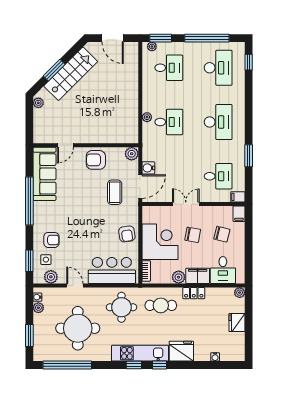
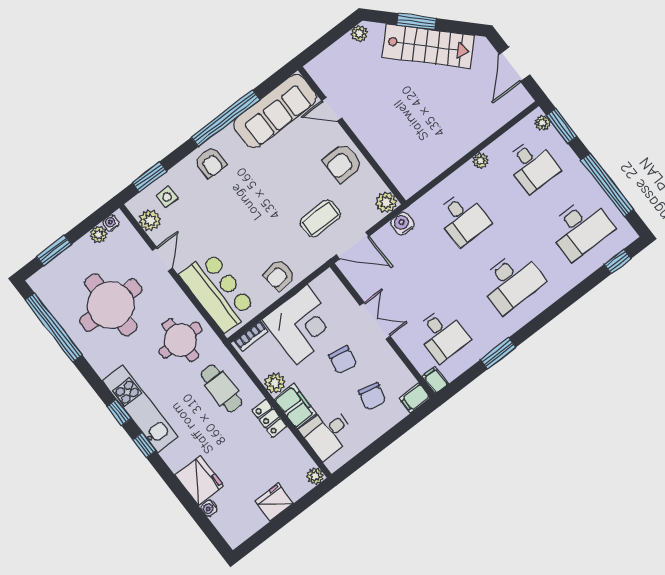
plant: (147, 117) -> (480, 161), moved
armchair: (96, 160) -> (343, 163), turned -90
water cooler: (148, 168) -> (402, 224), moved
armchair: (51, 240) -> (210, 163), moved
fridge: (181, 351) -> (200, 480), moved

